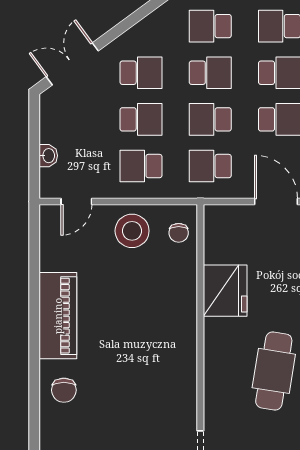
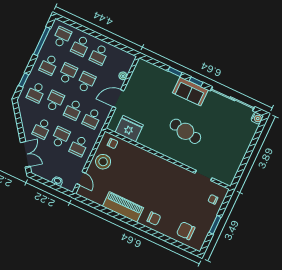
double door: (72, 64) -> (25, 154), swing flipped
school desk: (141, 73) -> (42, 129), turned 180
fridge: (225, 291) -> (129, 129), moved

